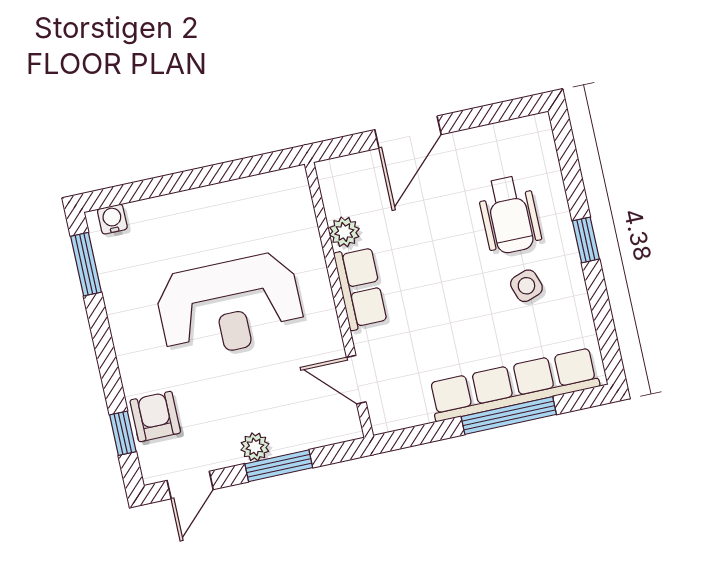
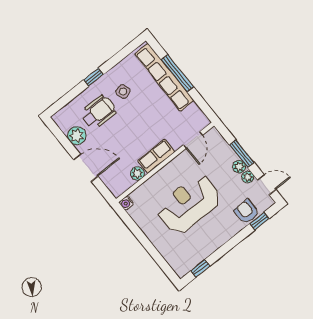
plant: (483, 146) -> (77, 136), added
water cooler: (112, 219) -> (126, 203), moved
window: (86, 264) -> (200, 268), width x0.67
reception desk: (230, 306) -> (189, 204), turned -90
armchair: (155, 417) -> (247, 212), turned 90
plant: (225, 454) -> (248, 177), added

